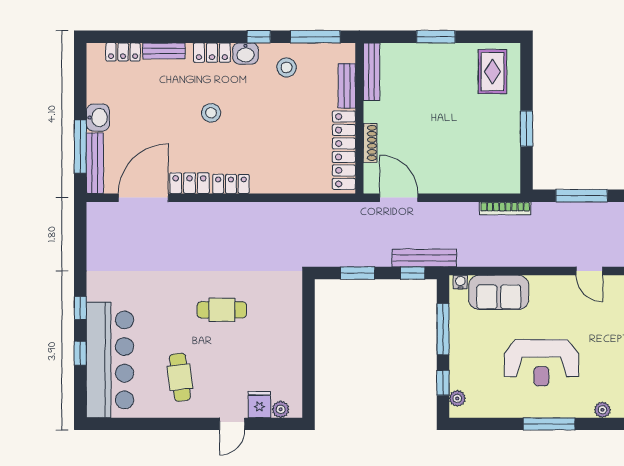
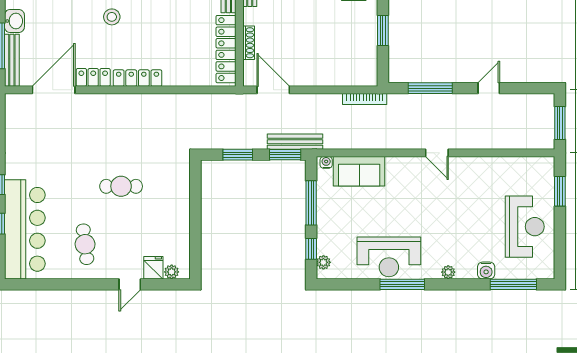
locker: (231, 184) -> (138, 78), width x1.53
window: (413, 273) -> (285, 155), width x1.50
reception desk: (541, 363) -> (389, 257), moved

